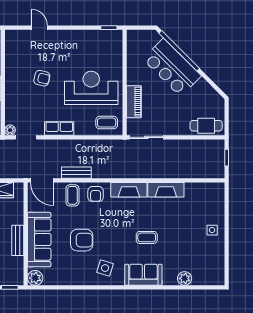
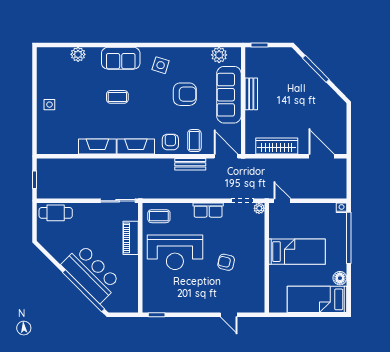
armchair: (82, 240) -> (185, 94), turned 180
plant: (35, 278) -> (219, 55), moved

